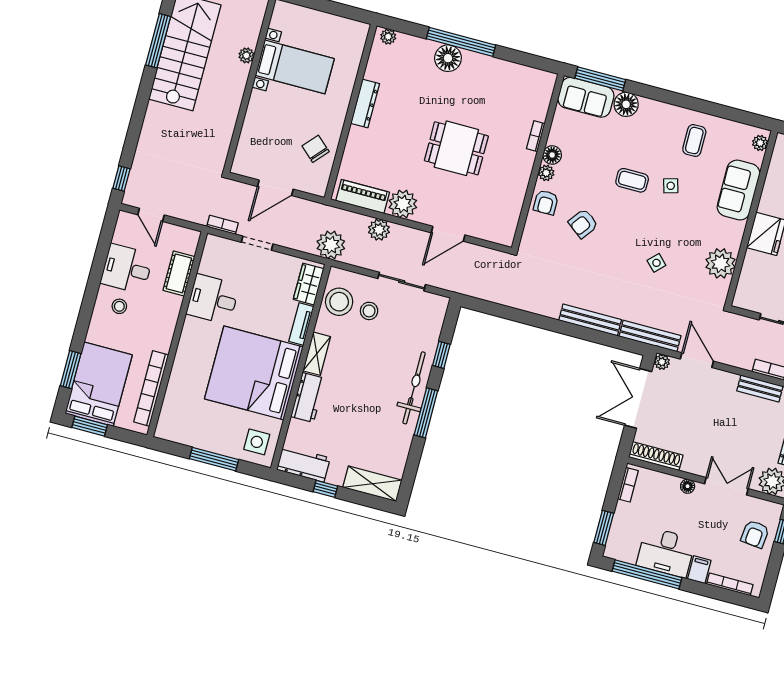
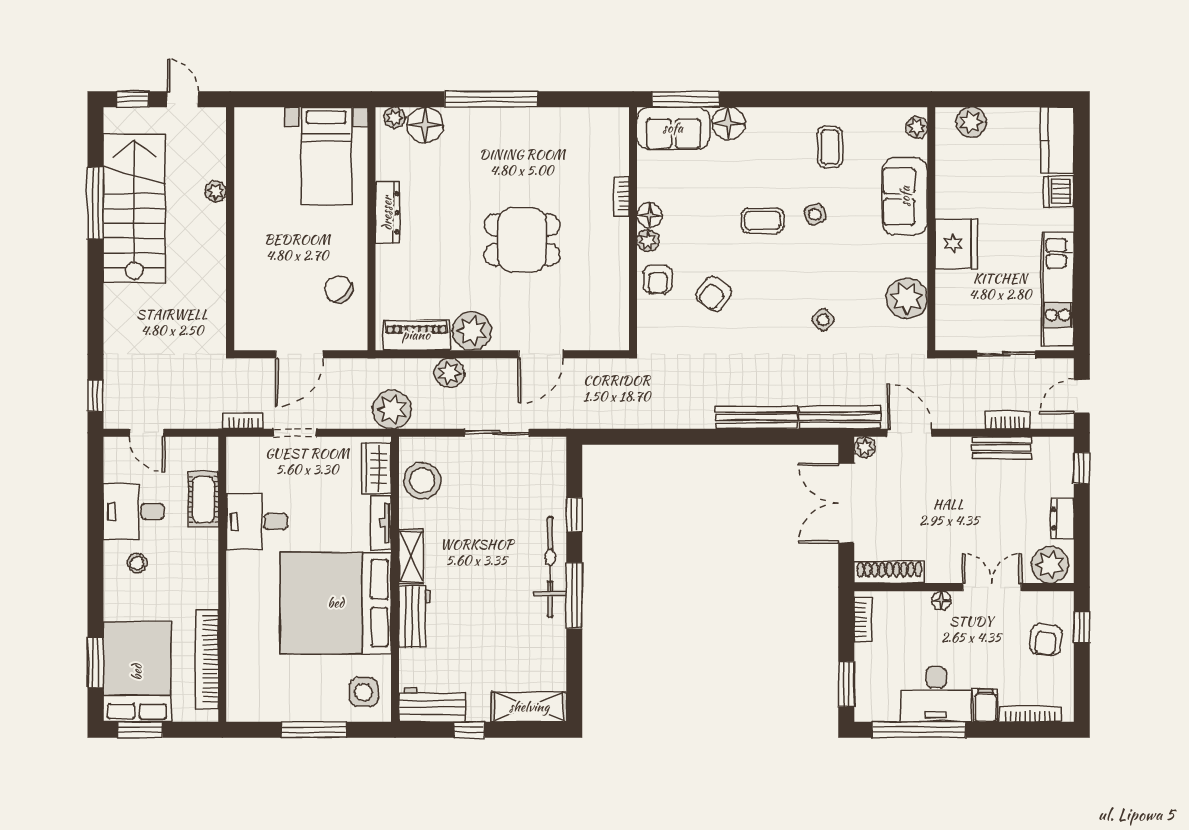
floor lamp: (448, 58) -> (425, 125), moved
bed with nightstands: (295, 67) -> (326, 156), moved, turned 90
stool: (369, 311) -> (465, 482), removed

